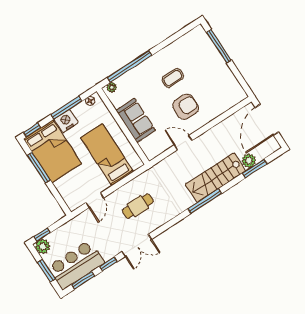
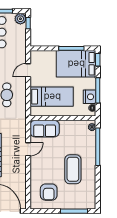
coffee table: (173, 78) -> (73, 169), width x1.86, depth x1.72
armchair: (186, 107) -> (49, 192), moved
sofa: (136, 120) -> (45, 129), moved
nightstand: (66, 121) -> (90, 97), moved
door: (95, 200) -> (28, 70), hinge flipped

